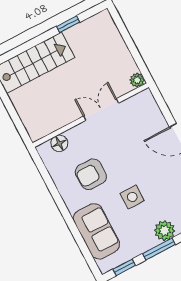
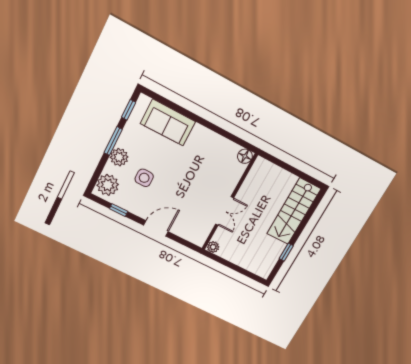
floor lamp: (59, 143) -> (245, 156), moved
armchair: (91, 174) -> (201, 161), removed
side table: (132, 197) -> (144, 178), moved

